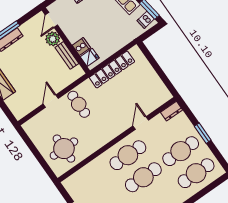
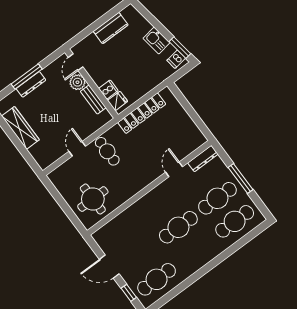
dresser: (171, 111) -> (203, 159), width x1.44
window: (203, 133) -> (240, 178), width x1.44
cafe table: (128, 155) -> (161, 204), removed

